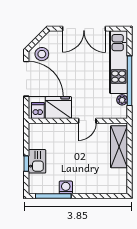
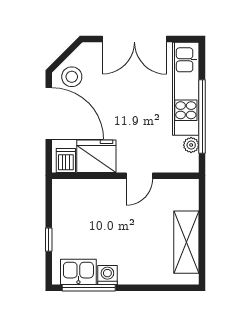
shelving: (119, 147) -> (186, 242), moved
kitchen sink: (37, 161) -> (78, 272), moved, turned -90

